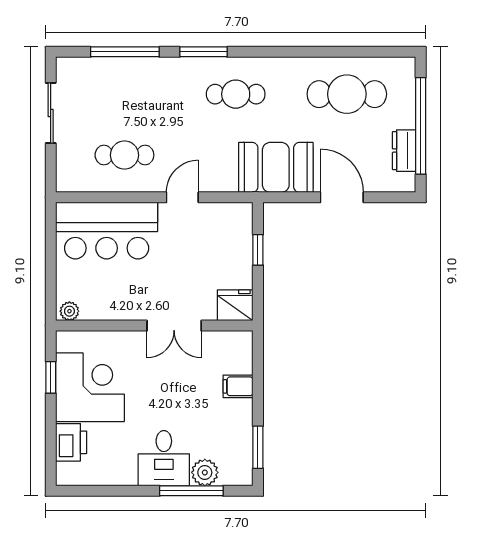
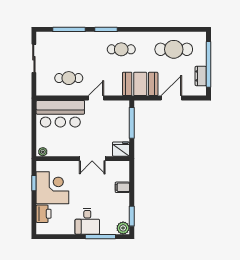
door: (342, 197) -> (171, 98), hinge flipped
window: (258, 250) -> (132, 123), width x2.17
plant: (205, 472) -> (123, 228), moved

